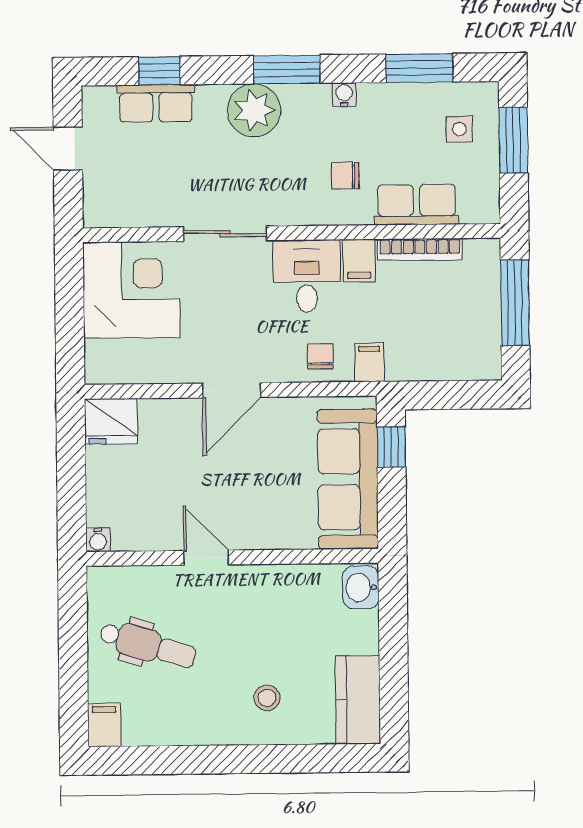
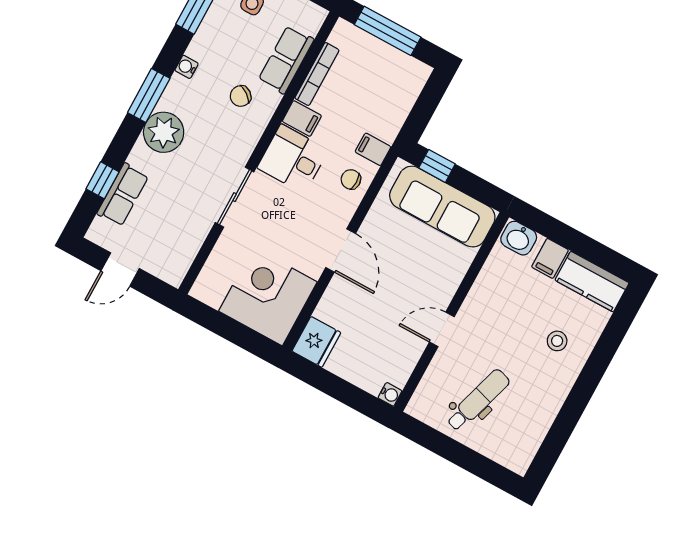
chair: (345, 176) -> (241, 96), turned 36
corner desk: (131, 290) -> (268, 297), moved
filing cabinet: (104, 725) -> (550, 258), moved, turned -90

